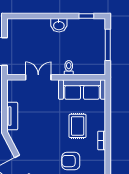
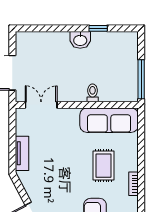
window: (86, 16) -> (98, 28), moved
window: (108, 45) -> (141, 79), moved
double door: (38, 77) -> (41, 105), moved

